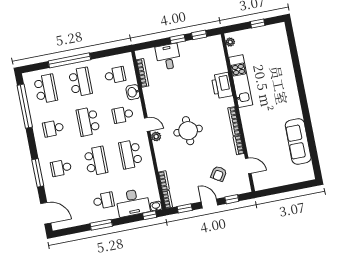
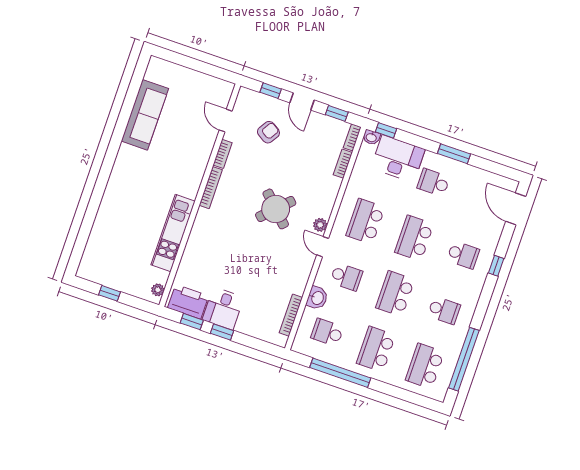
desk: (168, 57) -> (223, 308), moved
window: (69, 60) -> (340, 373), moved
printer: (222, 86) -> (188, 302), moved, turned -90
school desk: (88, 122) -> (395, 294), turned 180
round table: (188, 131) -> (276, 209), turned 45
school desk: (131, 154) -> (365, 221), turned 180
window: (38, 173) -> (496, 266), width x0.46

